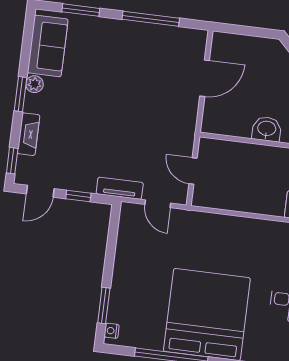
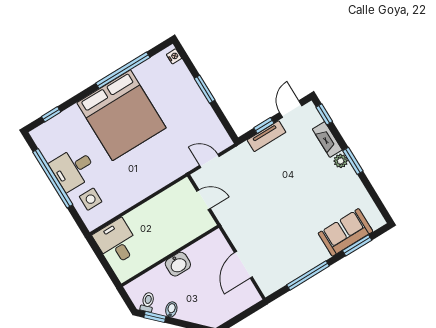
sofa: (48, 46) -> (345, 232), moved, turned 90
plant: (35, 84) -> (341, 161), moved
tv unit: (120, 188) -> (266, 136), moved
window: (104, 305) -> (205, 89), moved

